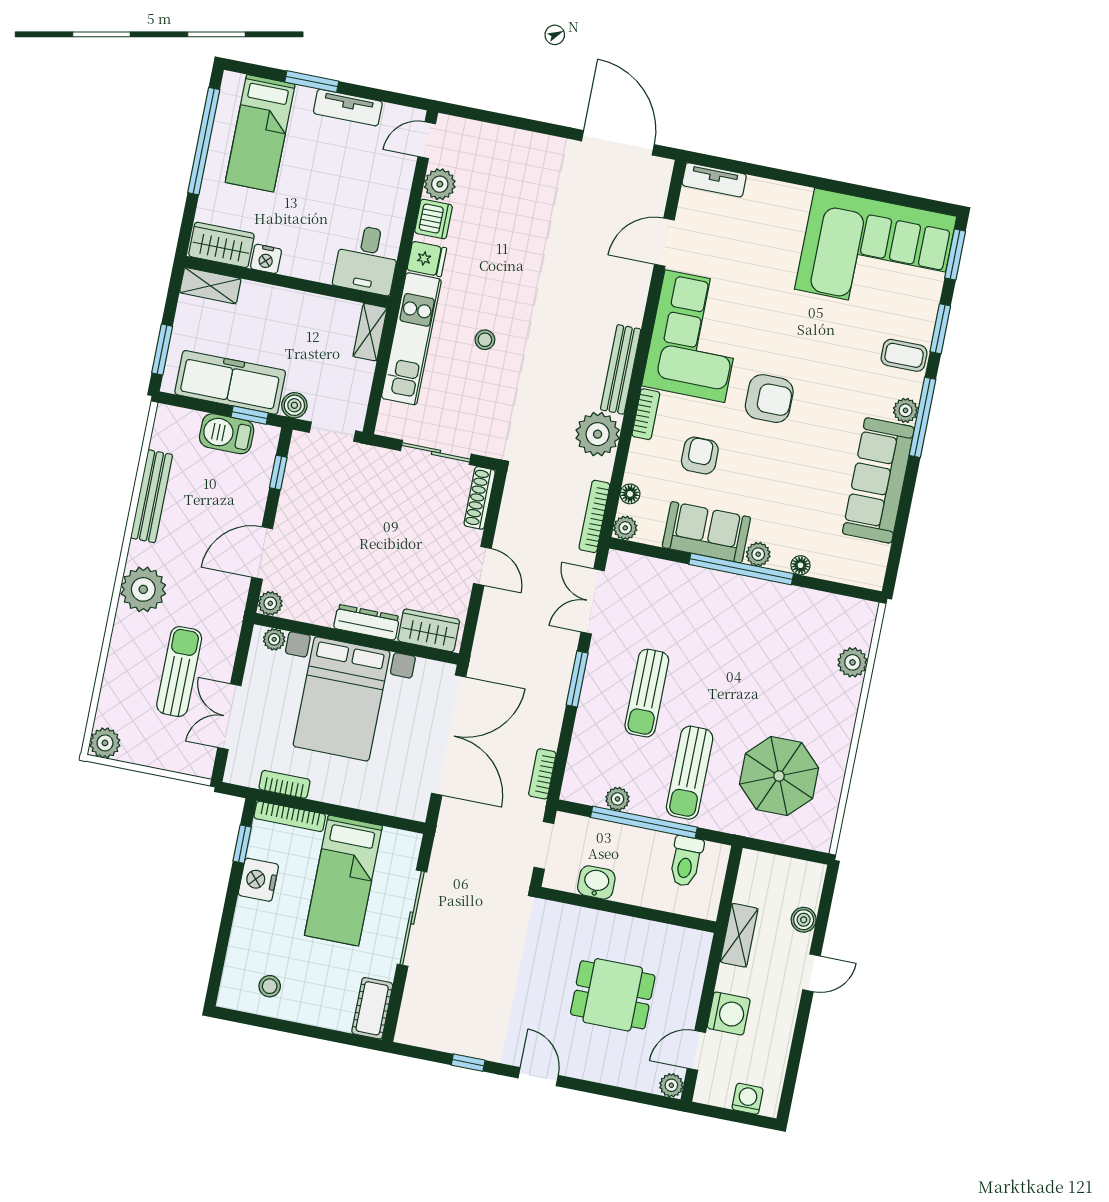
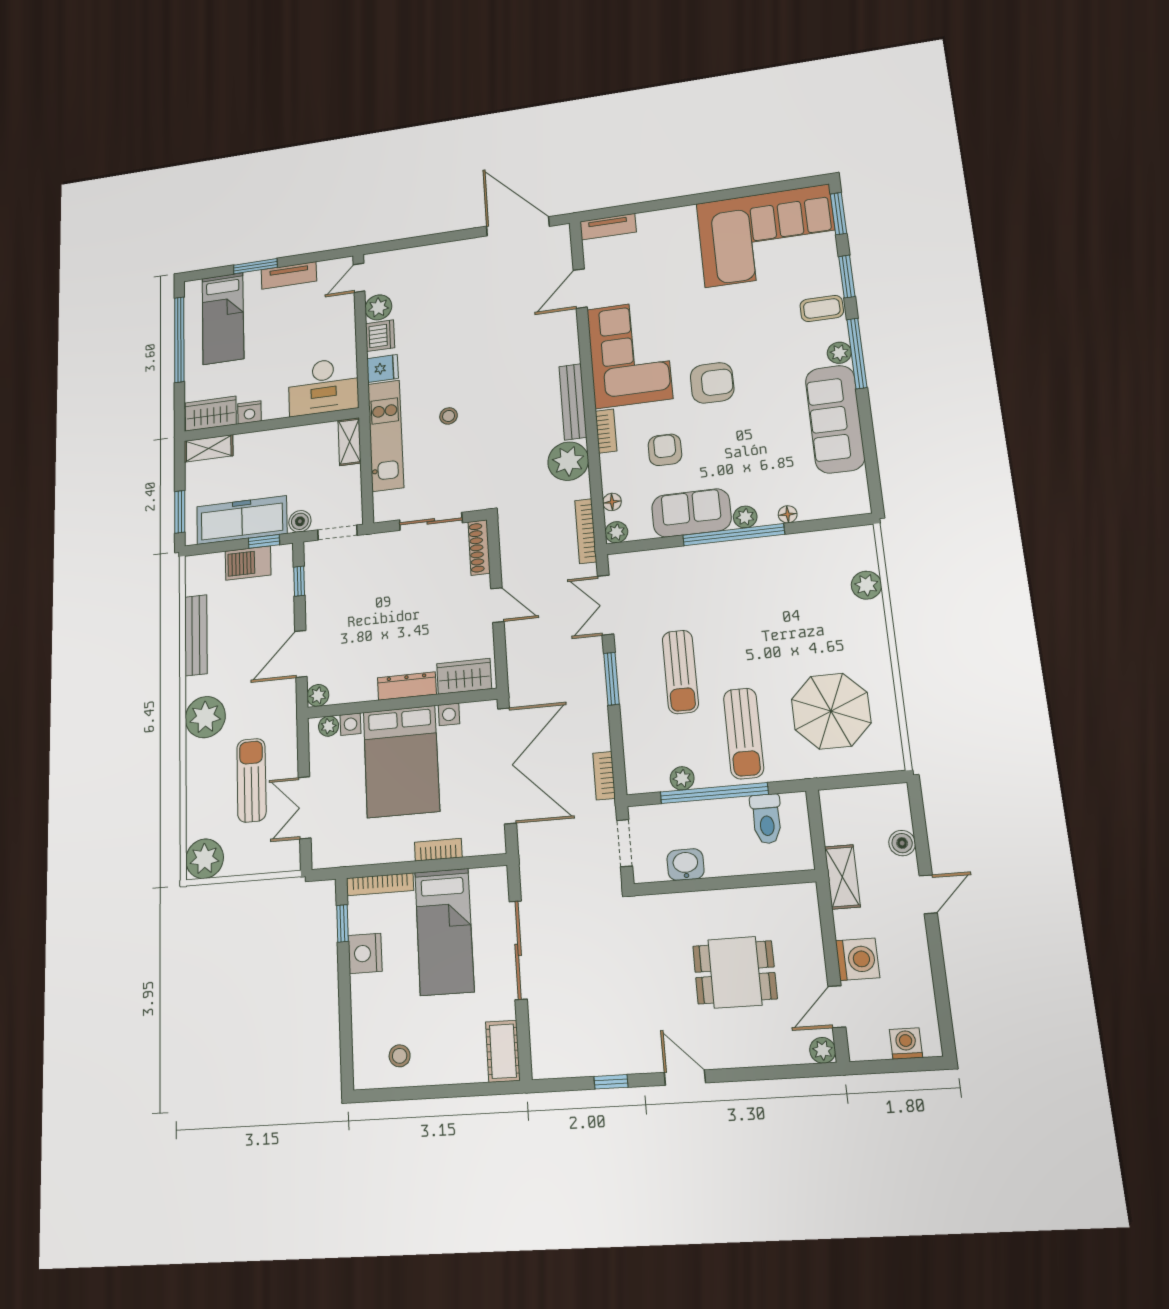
desk: (367, 259) -> (323, 387), width x1.37
plant: (105, 743) -> (205, 859), width x1.36, depth x1.36
bookcase: (284, 784) -> (438, 850), moved

